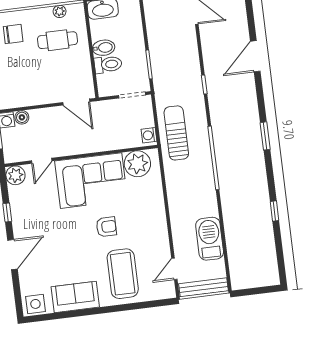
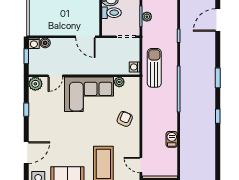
plant: (157, 64) -> (147, 17), added
plant: (137, 164) -> (119, 82), width x0.53, depth x0.53
window: (275, 211) -> (218, 116), moved
armchair: (106, 227) -> (125, 119), moved, turned -67
barbecue: (210, 239) -> (172, 139), width x0.53, depth x0.65
door: (12, 255) -> (26, 153), moved
door: (174, 269) -> (141, 165), hinge flipped

